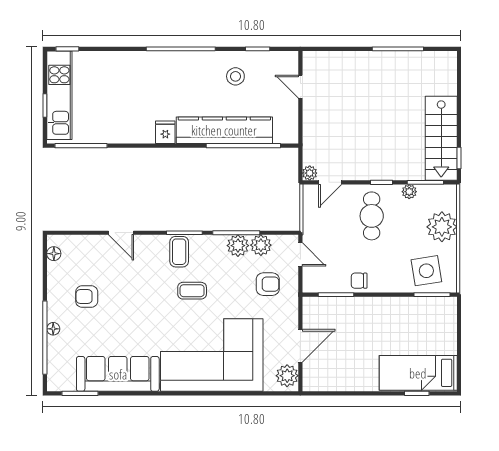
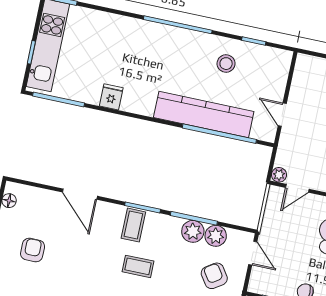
door: (300, 87) -> (282, 115), moved
fridge: (165, 132) -> (111, 97), moved
door: (121, 233) -> (80, 194), width x1.38
armchair: (268, 284) -> (214, 276), turned -124
armchair: (87, 297) -> (33, 250), turned 90

